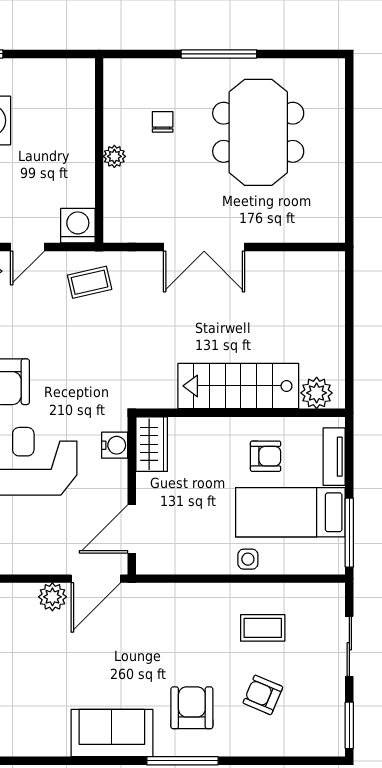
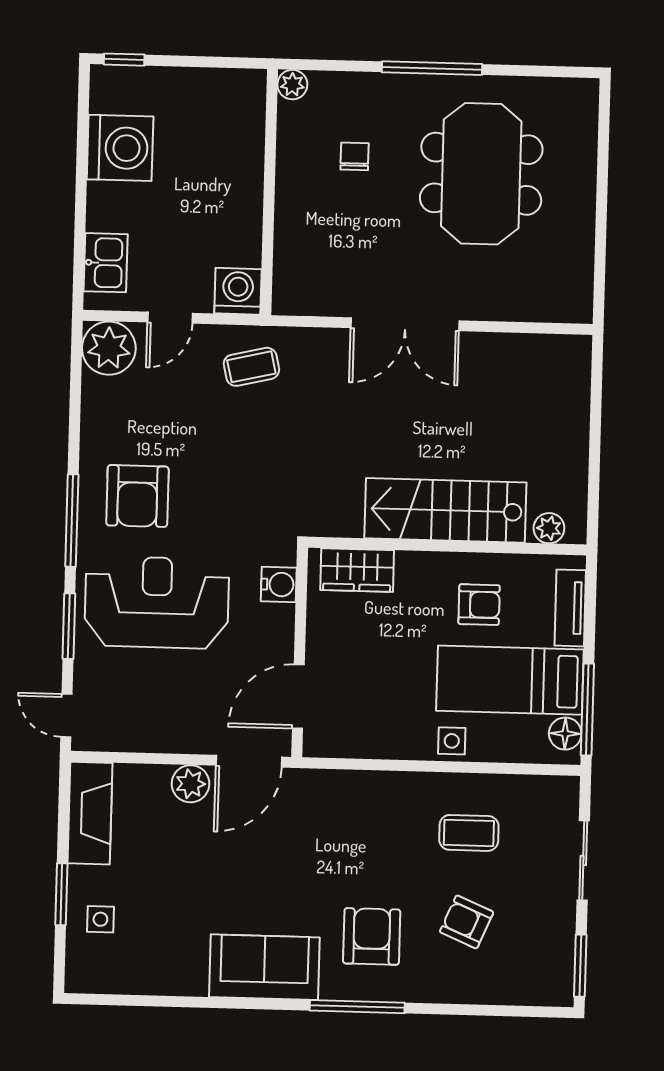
plant: (114, 156) -> (292, 85), moved
plant: (317, 393) -> (549, 528), width x0.73, depth x0.73
wardrobe: (152, 444) -> (357, 570), moved, turned 90
floor lamp: (333, 551) -> (565, 734), added

